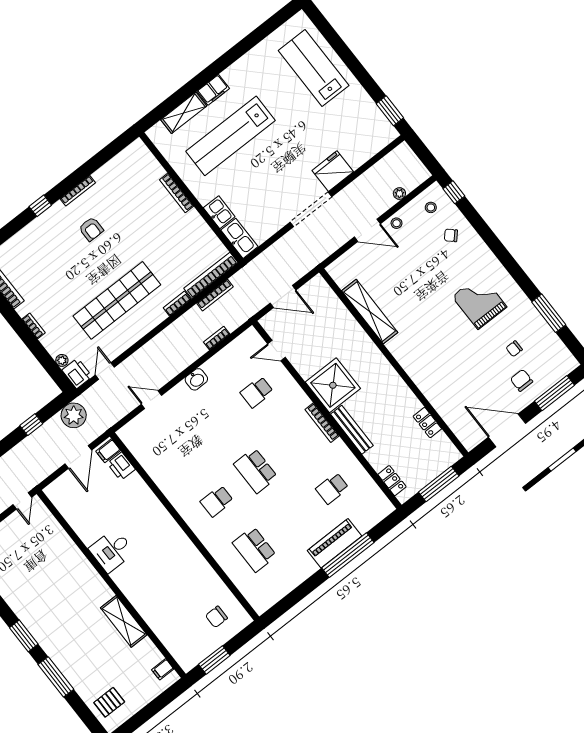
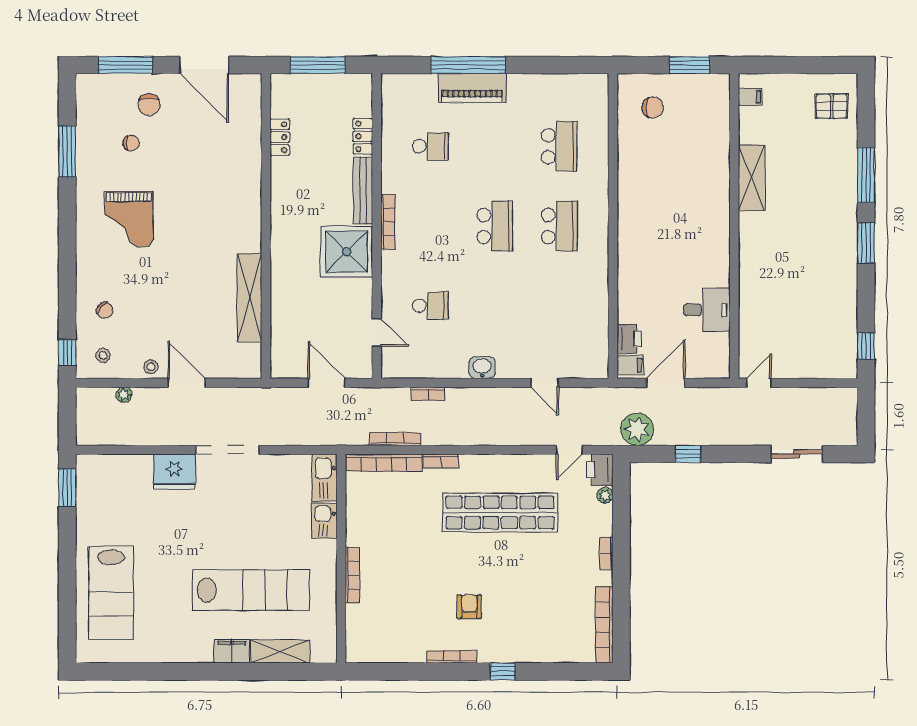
locker: (392, 481) -> (363, 136), moved
school desk: (217, 501) -> (559, 226), width x1.85
desk: (112, 550) -> (707, 310), moved

